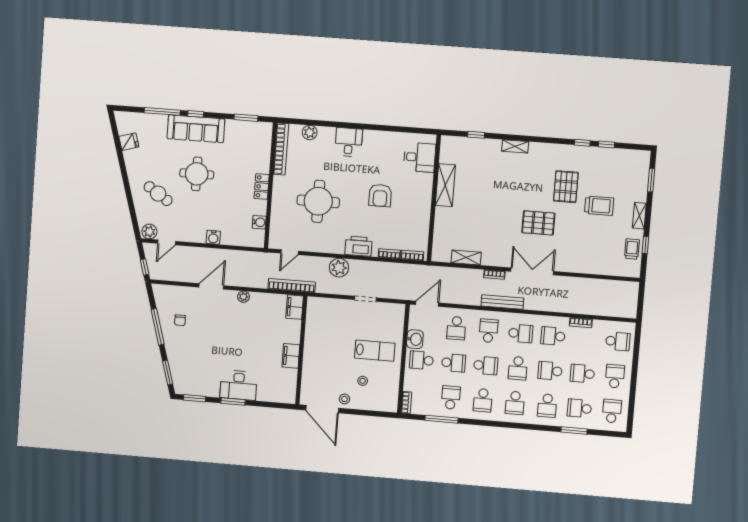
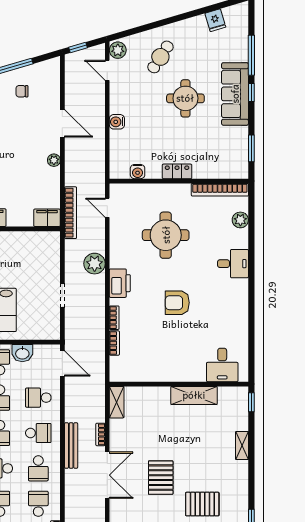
desk: (420, 157) -> (222, 365), moved
shelving: (445, 185) -> (194, 395), moved
wall: (434, 198) -> (179, 384), moved

